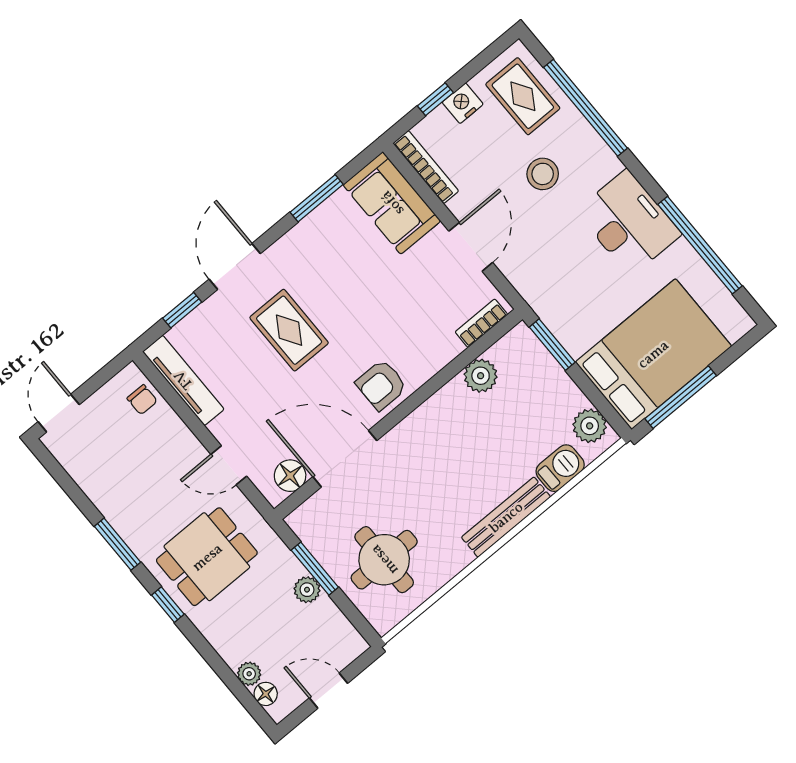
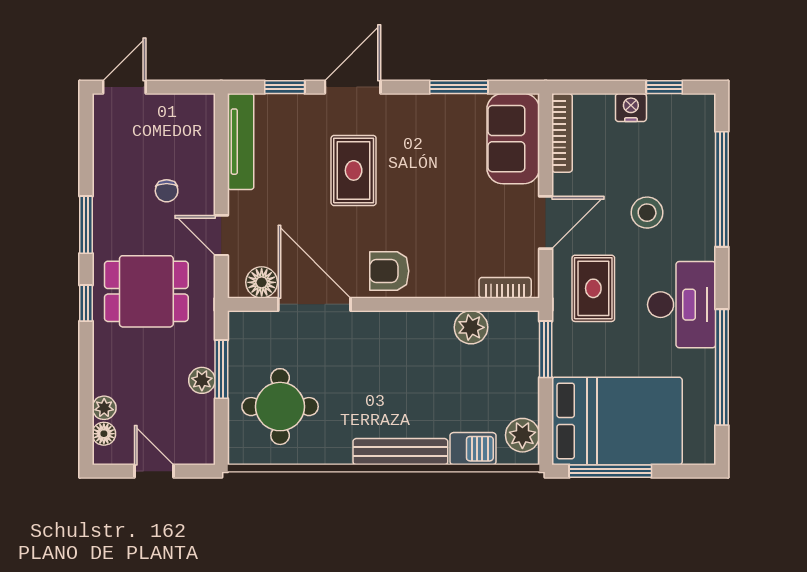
rug: (523, 96) -> (593, 288), moved
window: (435, 99) -> (664, 87), moved
chair: (142, 400) -> (167, 191), moved

